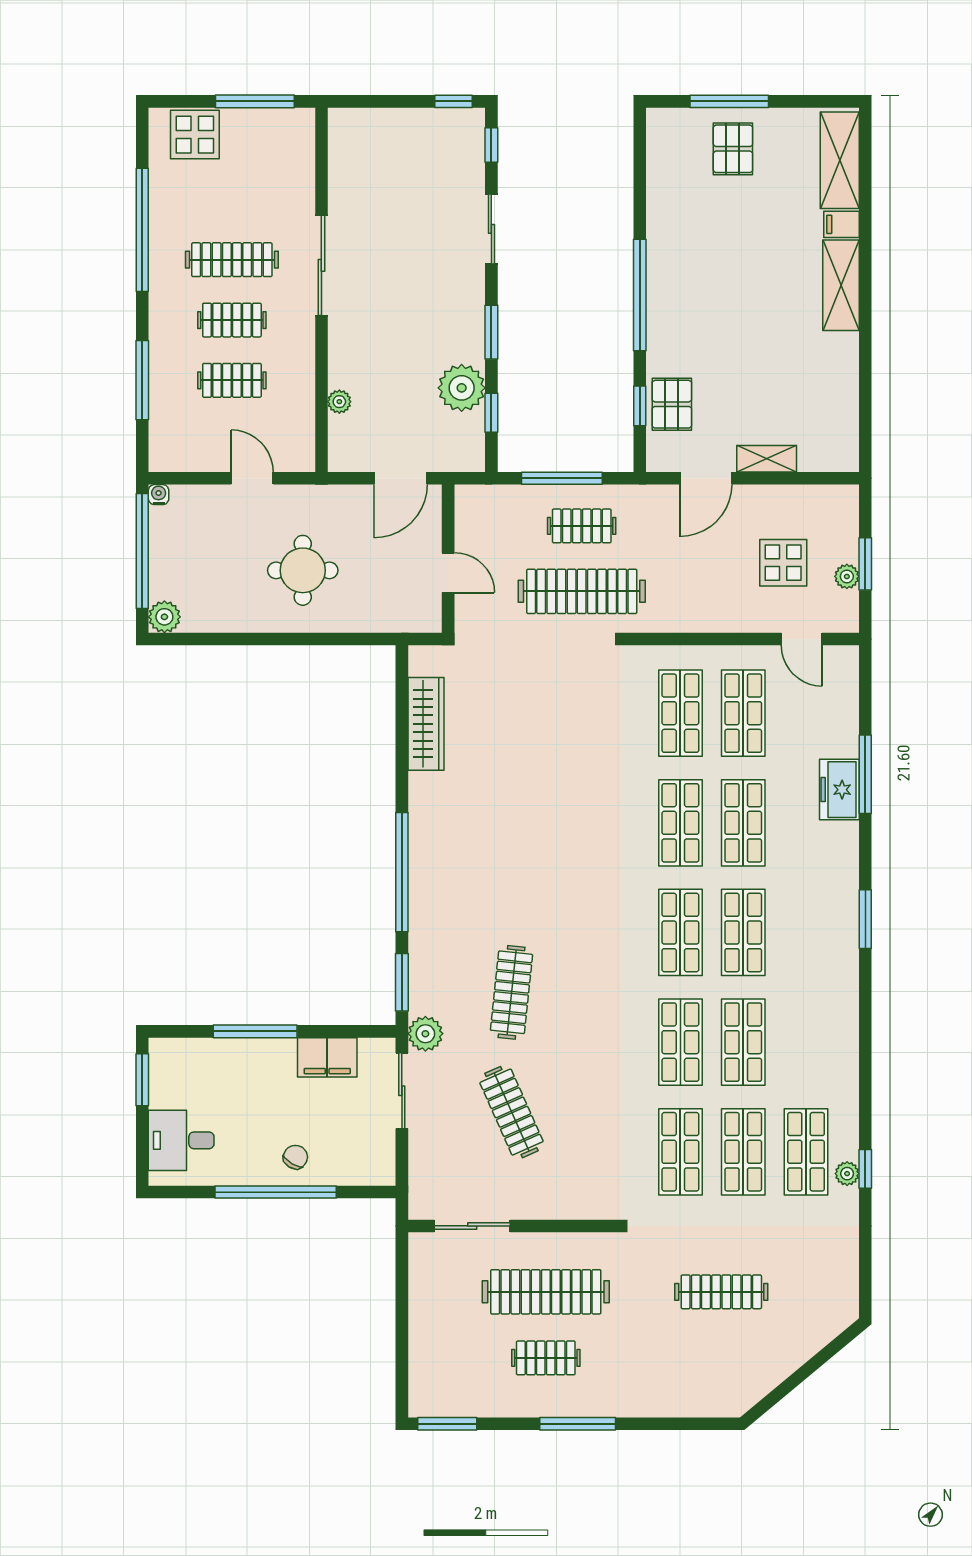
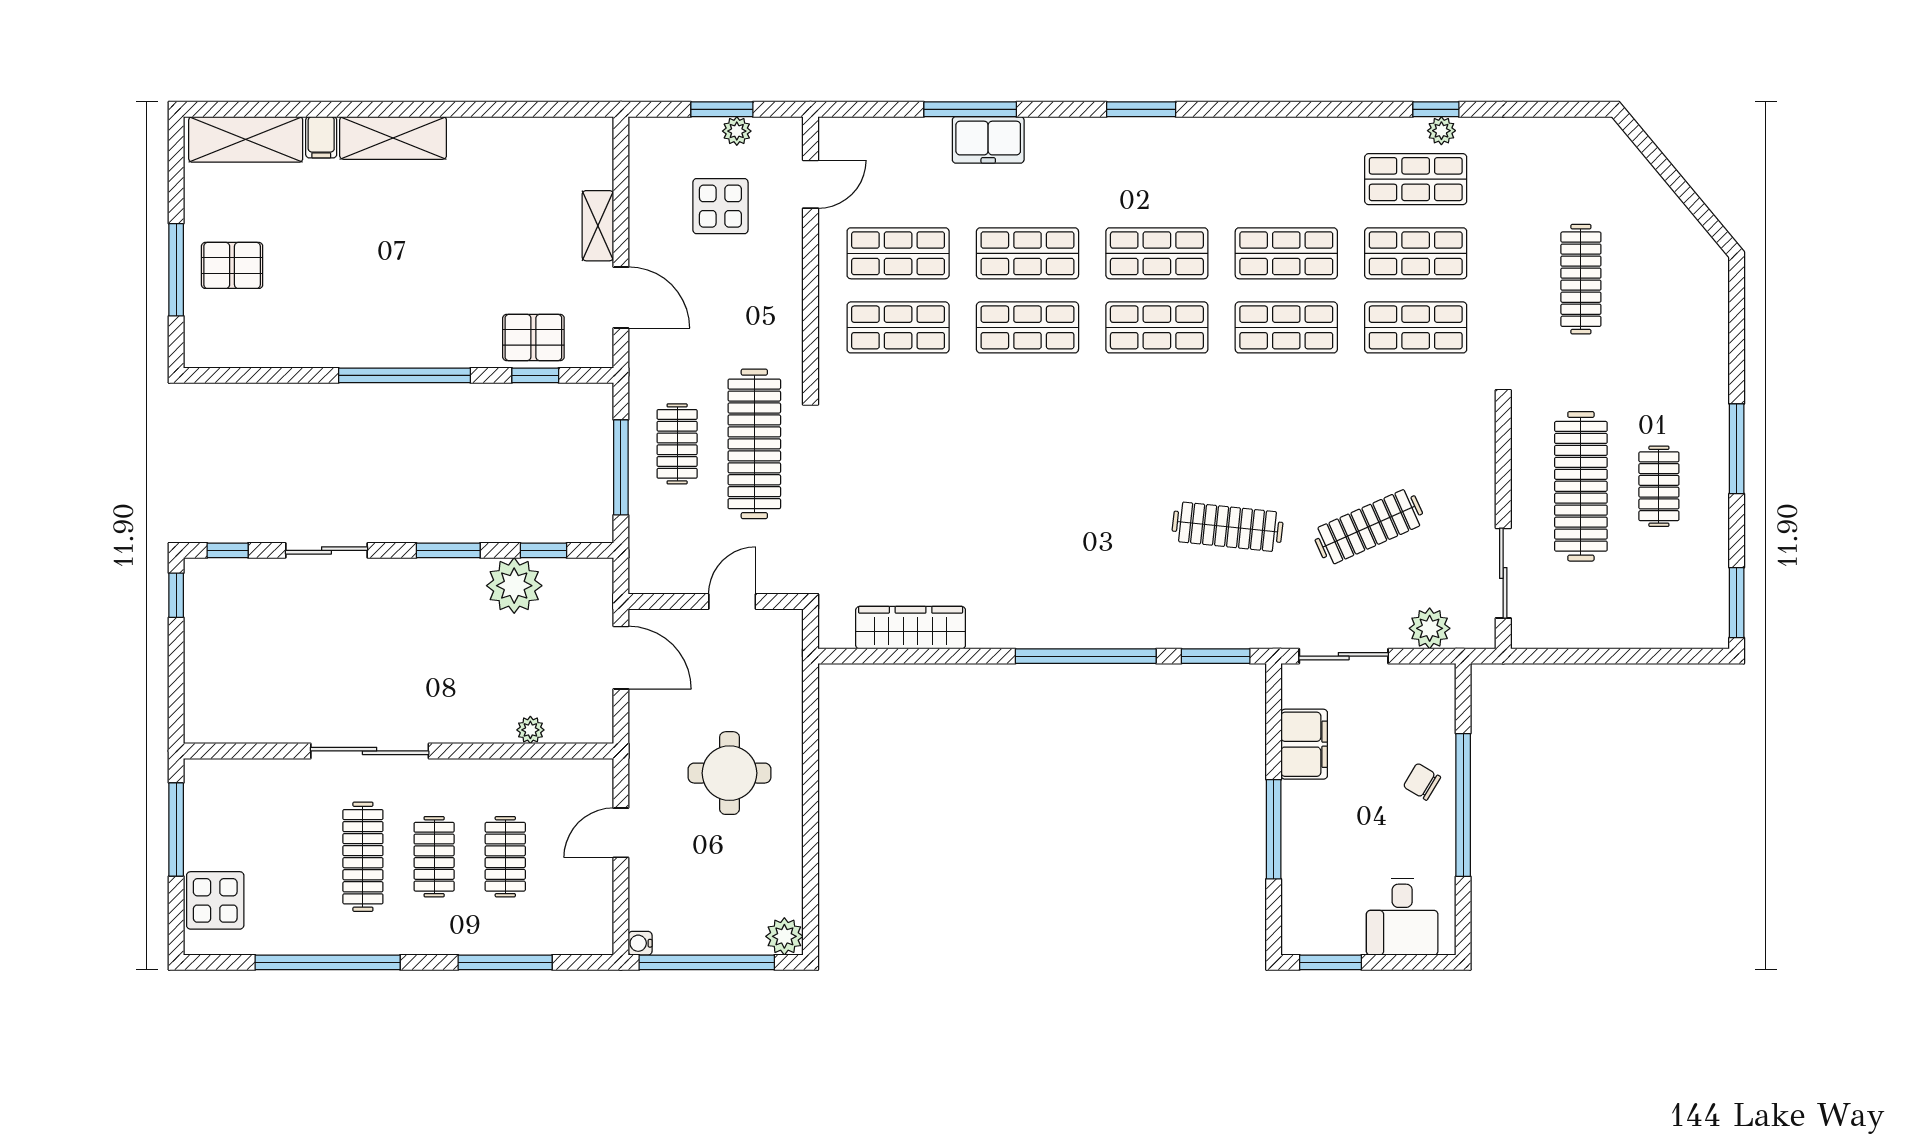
plant: (425, 1034) -> (1430, 628), moved

